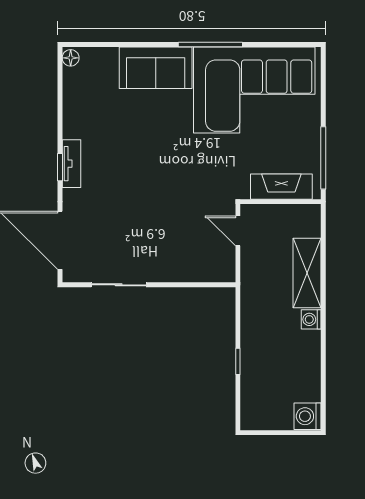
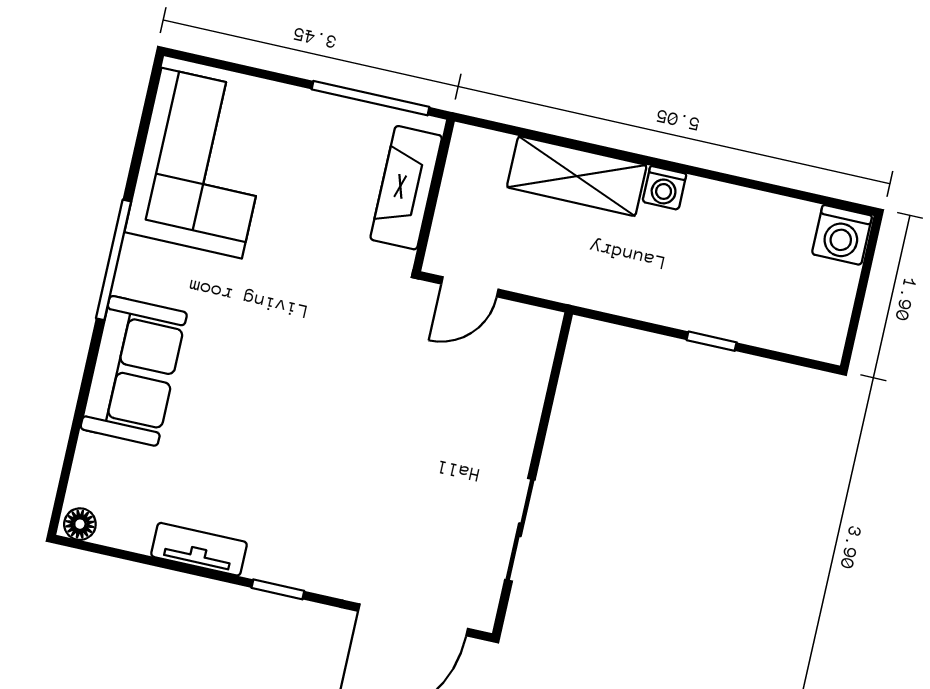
corner sofa: (254, 90) -> (202, 163), width x0.73, depth x0.74
tv unit: (71, 164) -> (199, 549), moved

